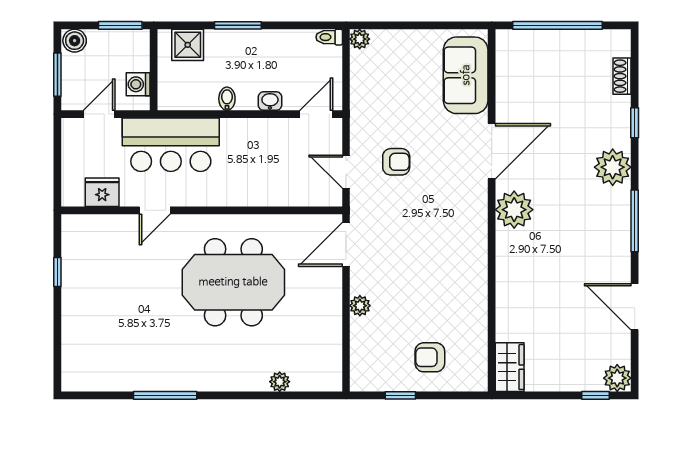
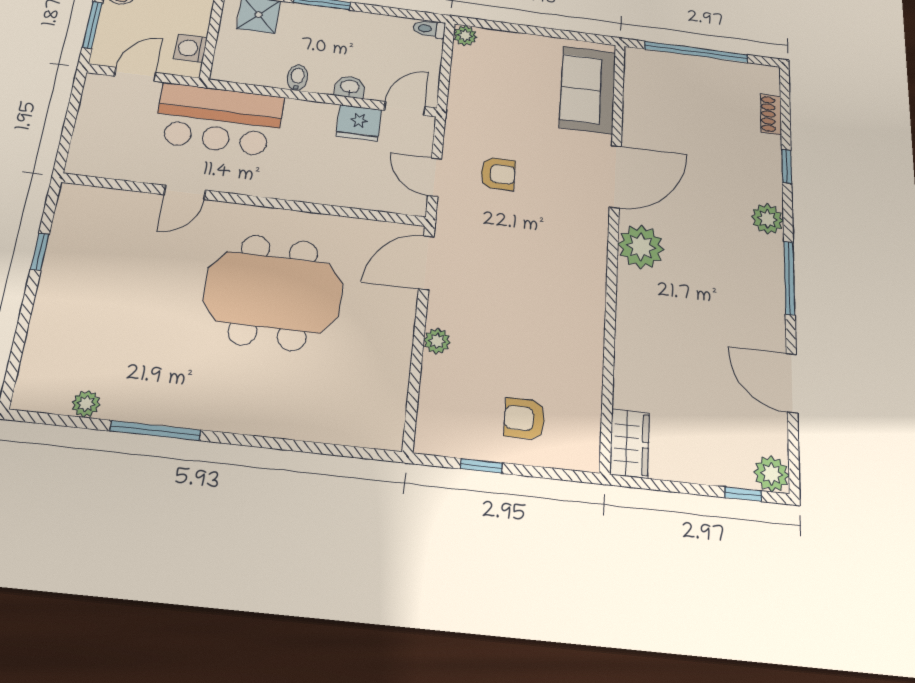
plant: (613, 167) -> (767, 219), width x0.73, depth x0.73
fridge: (102, 192) -> (359, 123), moved, turned 180
plant: (280, 382) -> (86, 404), moved

